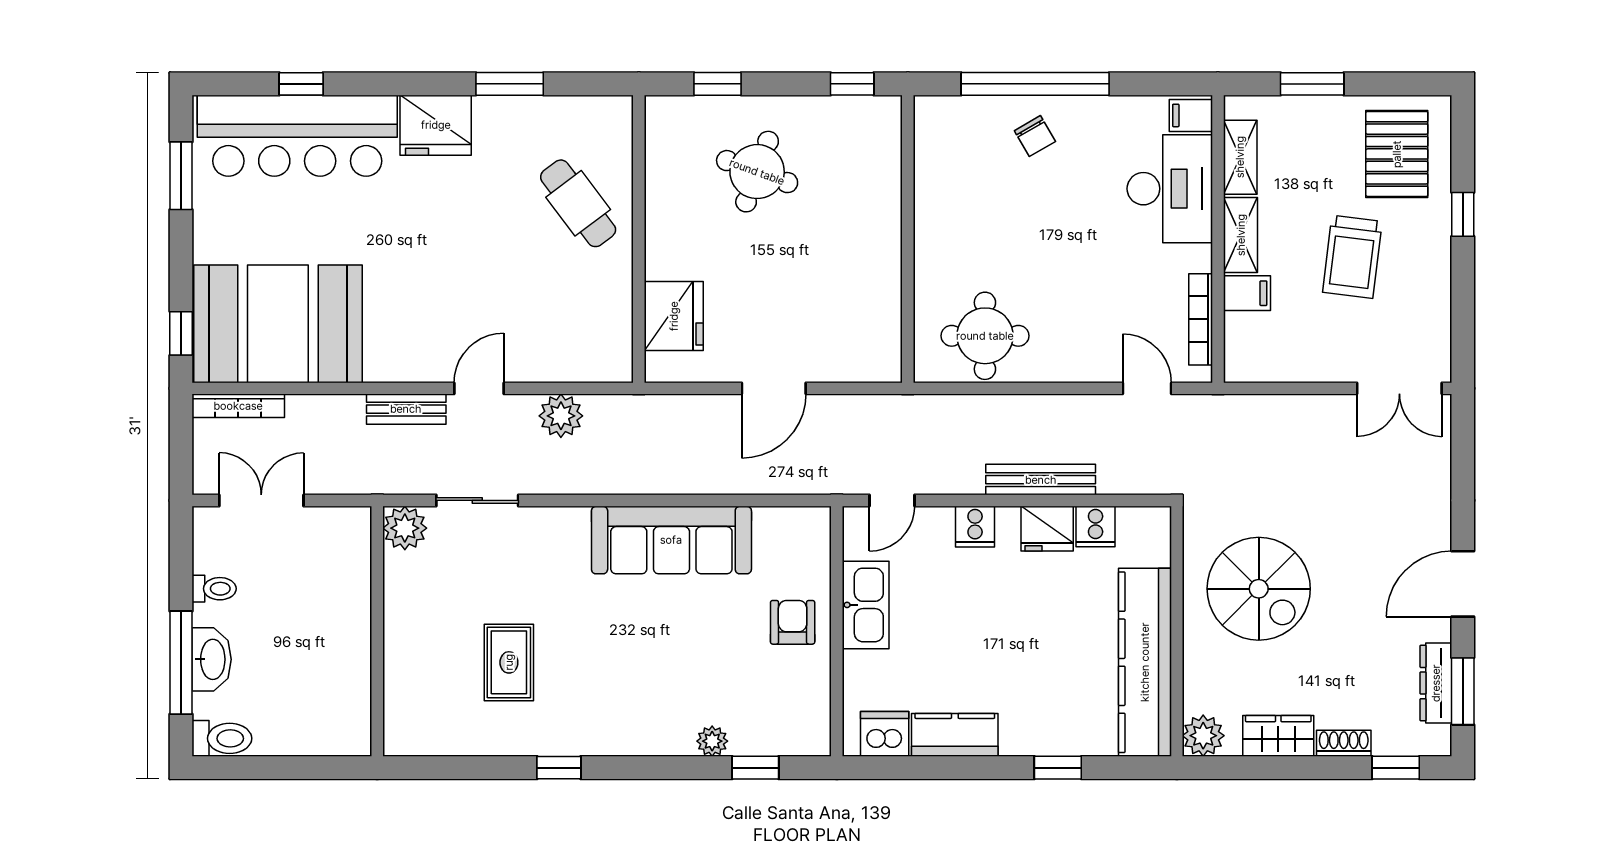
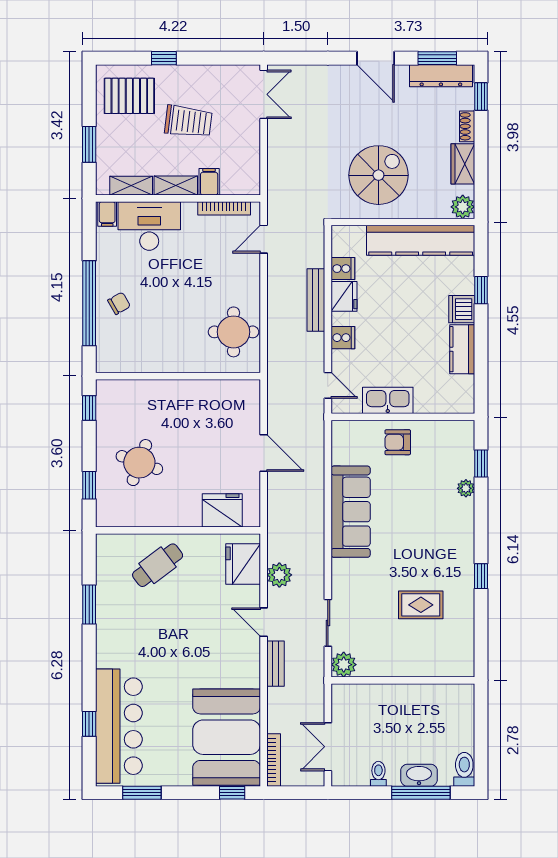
fridge: (436, 125) -> (243, 564), moved, turned 180
dresser: (1436, 683) -> (441, 76), width x1.37, depth x1.24
dishwasher: (885, 734) -> (462, 309), moved

